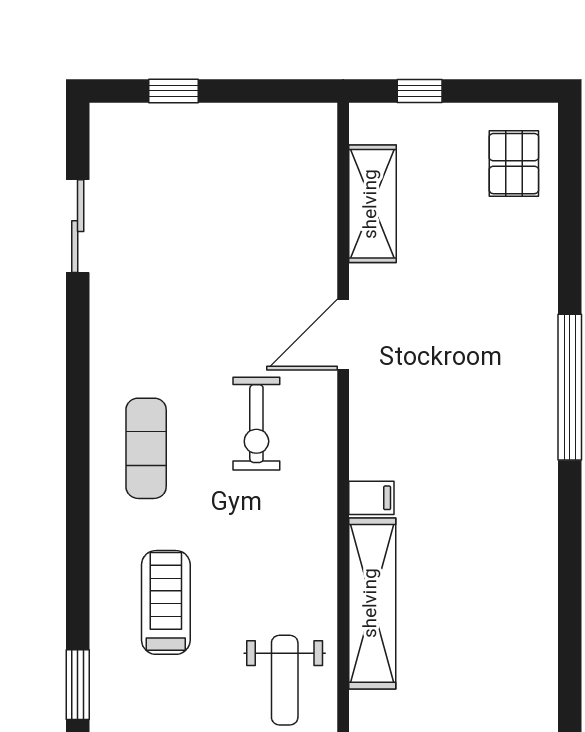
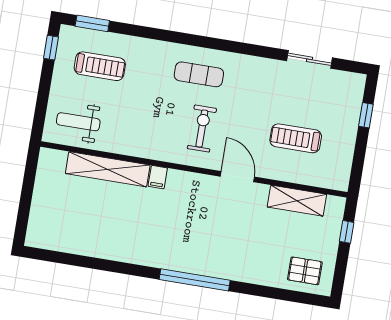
treadmill: (245, 228) -> (296, 138), added
exercise bike: (256, 424) -> (202, 129), turned 90
treadmill: (166, 602) -> (100, 66), moved

